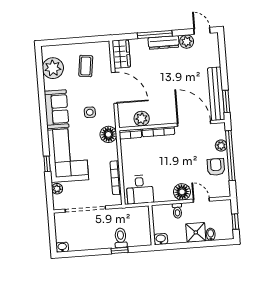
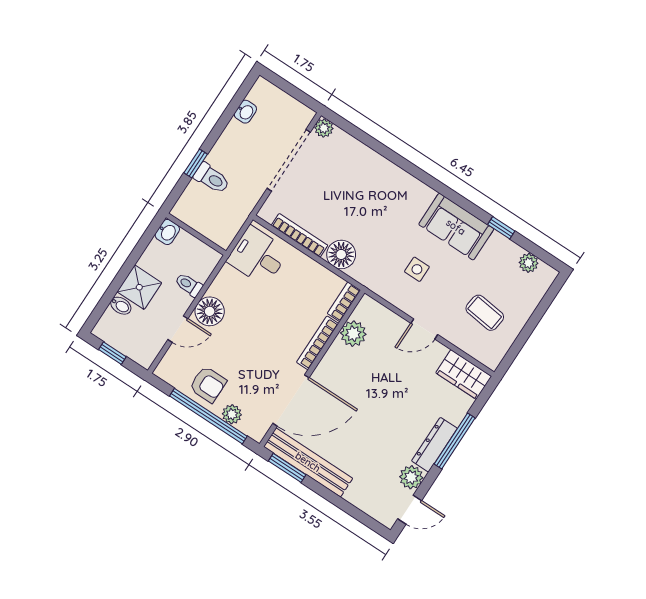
plant: (53, 68) -> (529, 263), width x0.53, depth x0.53
door: (114, 88) -> (424, 329), width x0.53
floor lamp: (108, 134) -> (341, 254), moved
corner sofa: (68, 155) -> (381, 194), removed
window: (47, 164) -> (501, 228), moved
plant: (57, 189) -> (324, 128), moved
washbasin: (62, 247) -> (245, 112), moved

